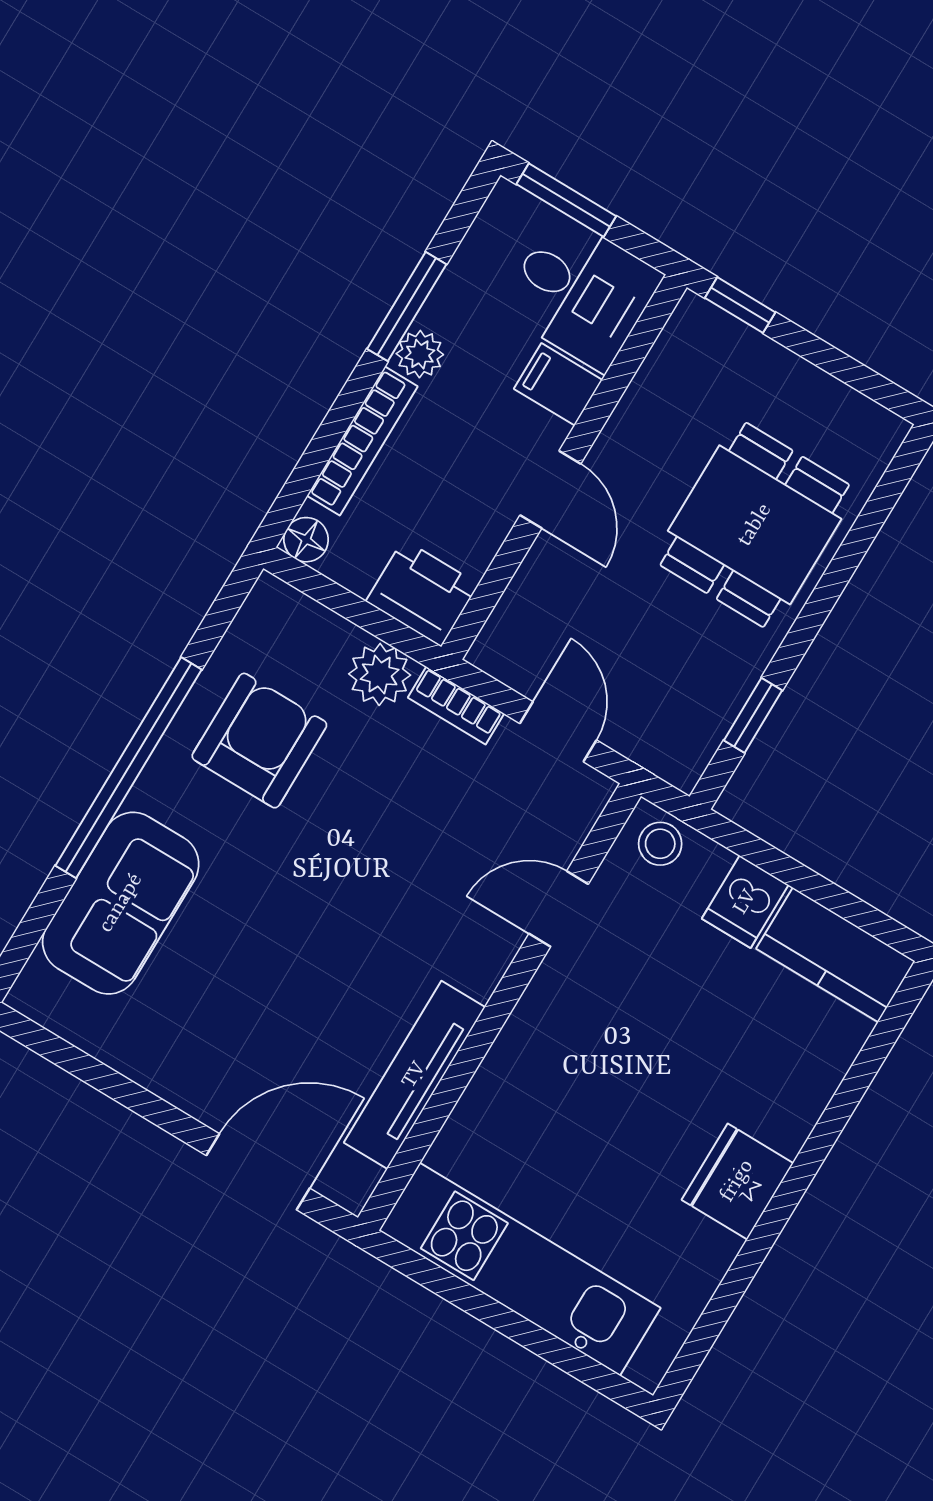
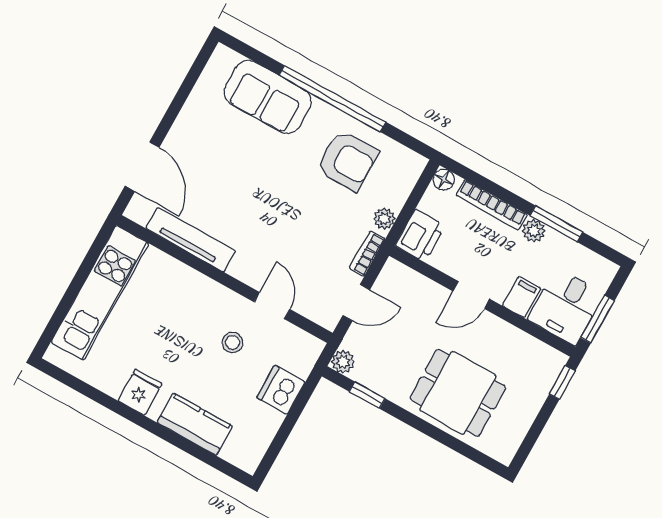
window: (566, 200) -> (598, 319), moved
plant: (380, 674) -> (384, 219), width x0.73, depth x0.73
plant: (681, 764) -> (343, 362), added
stool: (660, 844) -> (233, 342), moved
dishwasher: (745, 902) -> (281, 390), width x1.38
kitchen counter: (836, 955) -> (195, 424), moved, turned 90
fridge: (737, 1181) -> (140, 392), width x0.72

